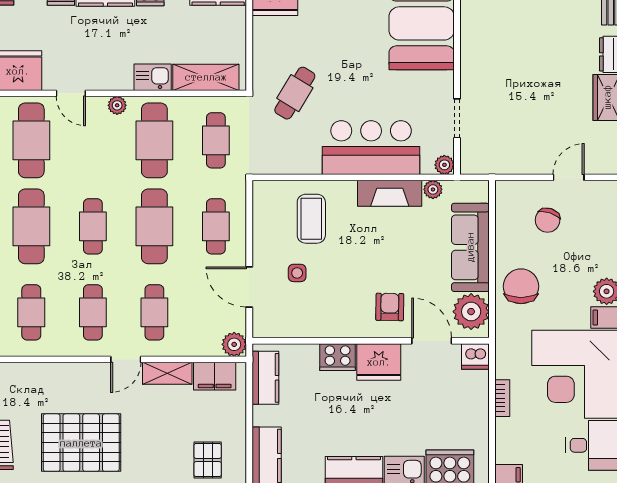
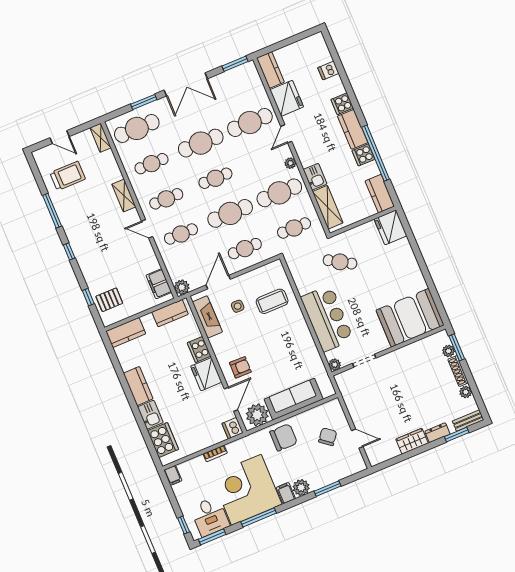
plant: (433, 189) -> (318, 364), removed
fireplace: (390, 193) -> (207, 317), moved, turned 180
chair: (548, 220) -> (328, 437), turned 110
shelving: (167, 373) -> (124, 195), moved
pallet: (81, 443) -> (89, 223), removed

